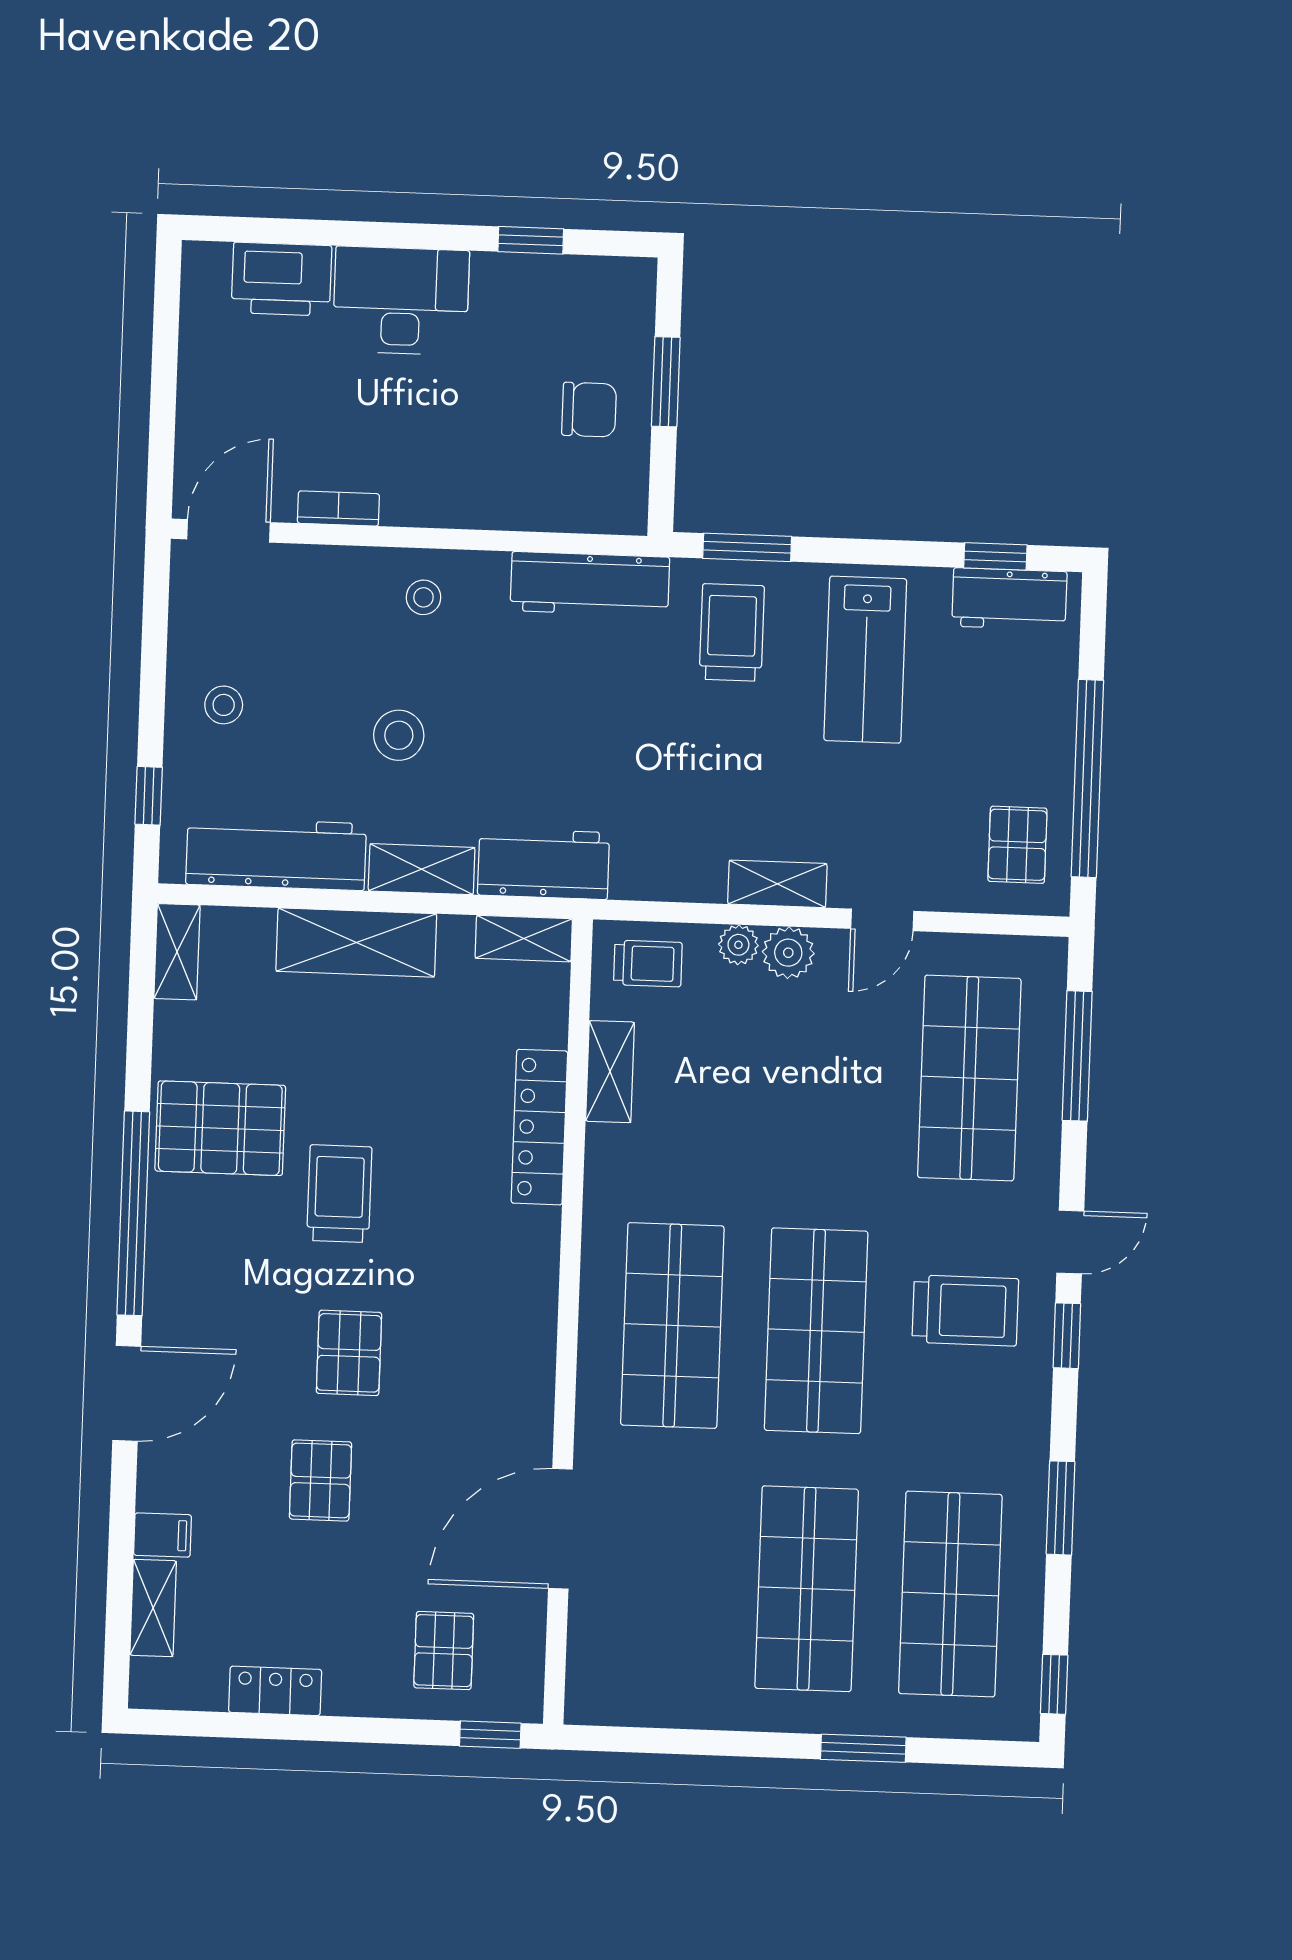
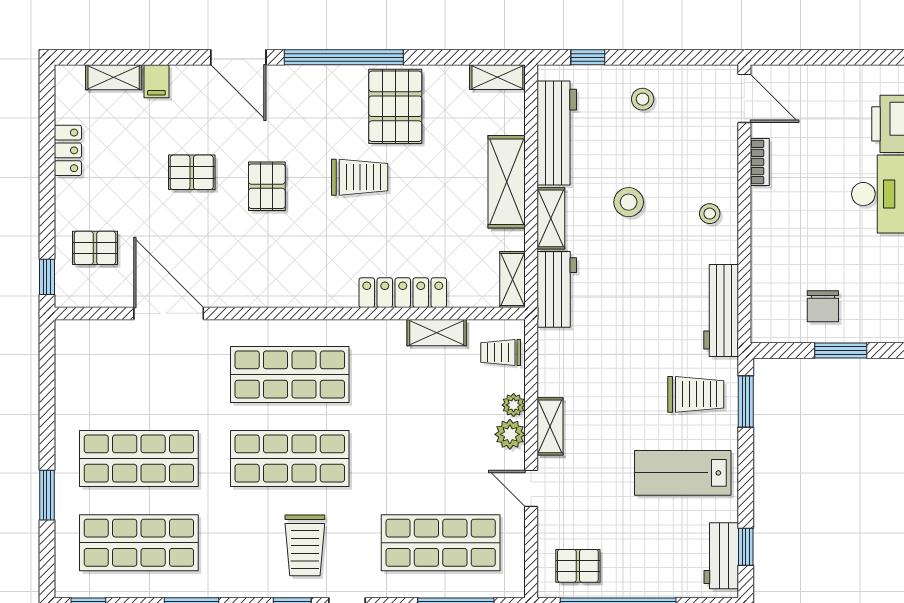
trolley: (648, 964) -> (501, 352), turned 90
pallet: (349, 1353) -> (267, 186), turned 90

